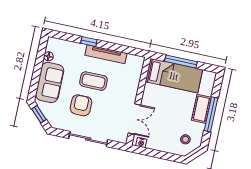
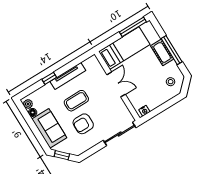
plant: (51, 46) -> (28, 104), added
window: (181, 61) -> (133, 27), moved
armchair: (81, 105) -> (83, 124), turned -90
double door: (134, 119) -> (116, 84), moved
sliding door: (88, 139) -> (120, 134), moved

